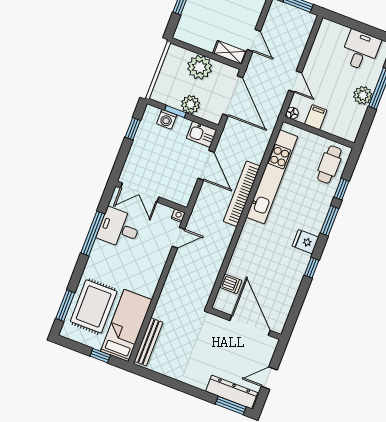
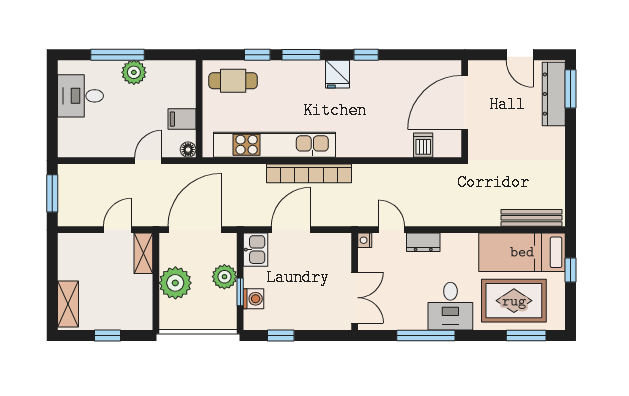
desk: (119, 228) -> (450, 306), moved
dresser: (161, 257) -> (423, 242), added

